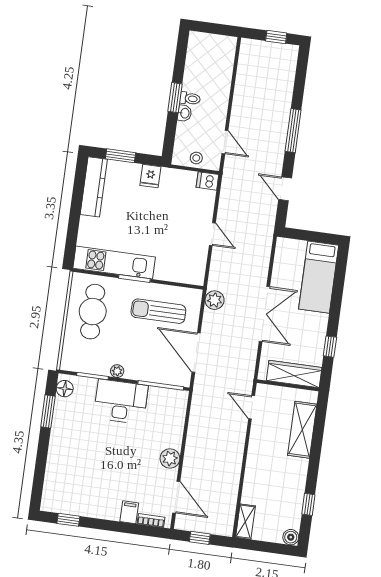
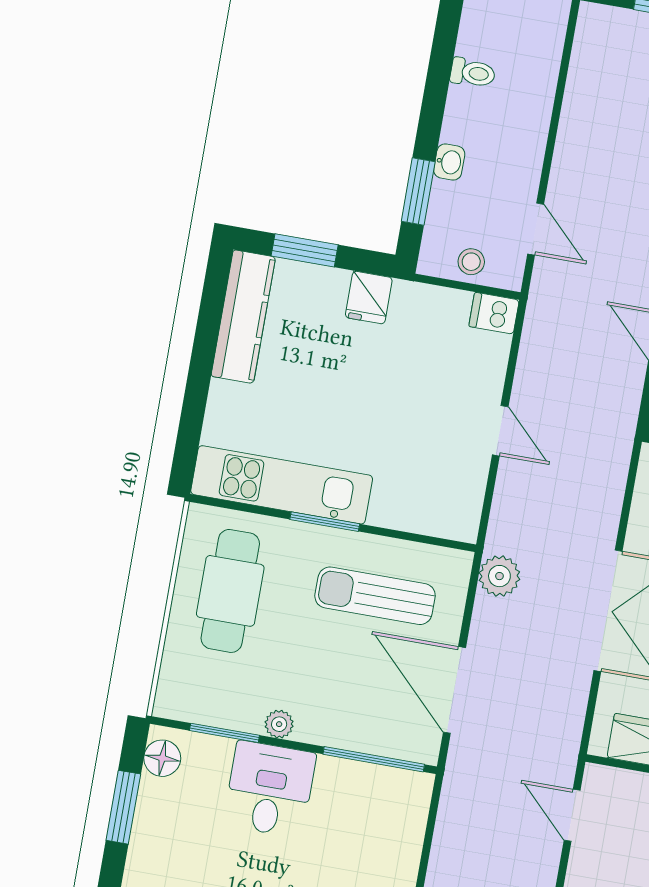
window: (175, 98) -> (418, 191), moved
toilet: (190, 98) -> (473, 73), moved
desk: (121, 402) -> (270, 789), width x0.73

